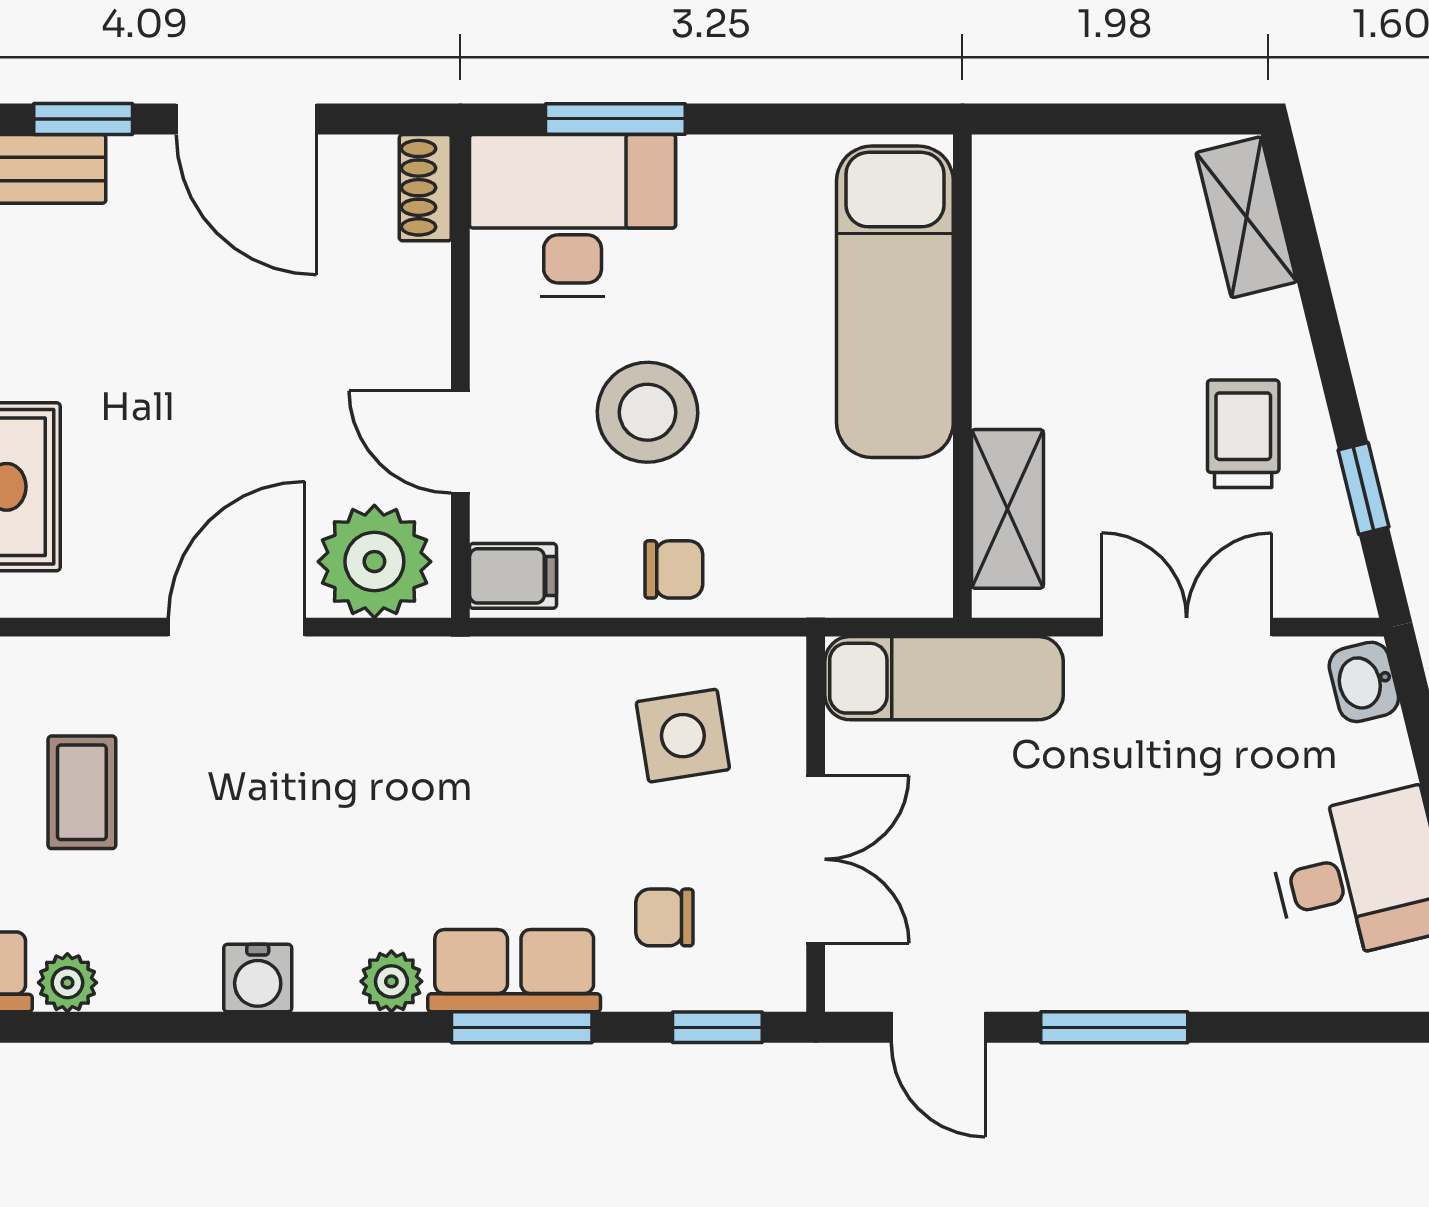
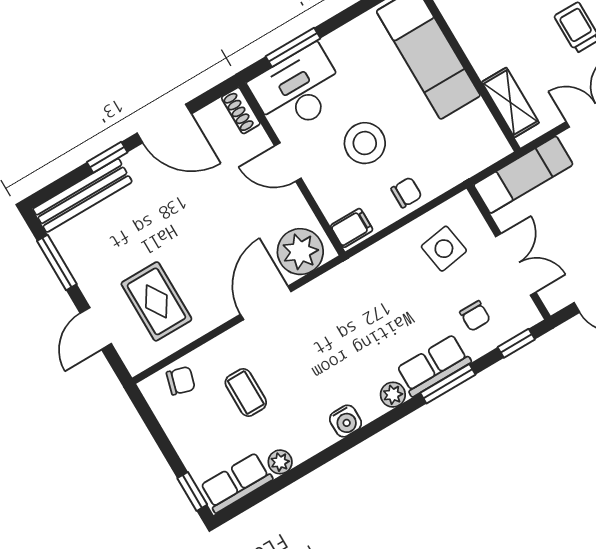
door: (460, 442) -> (288, 162), moved
chair: (664, 917) -> (475, 316), turned -90

